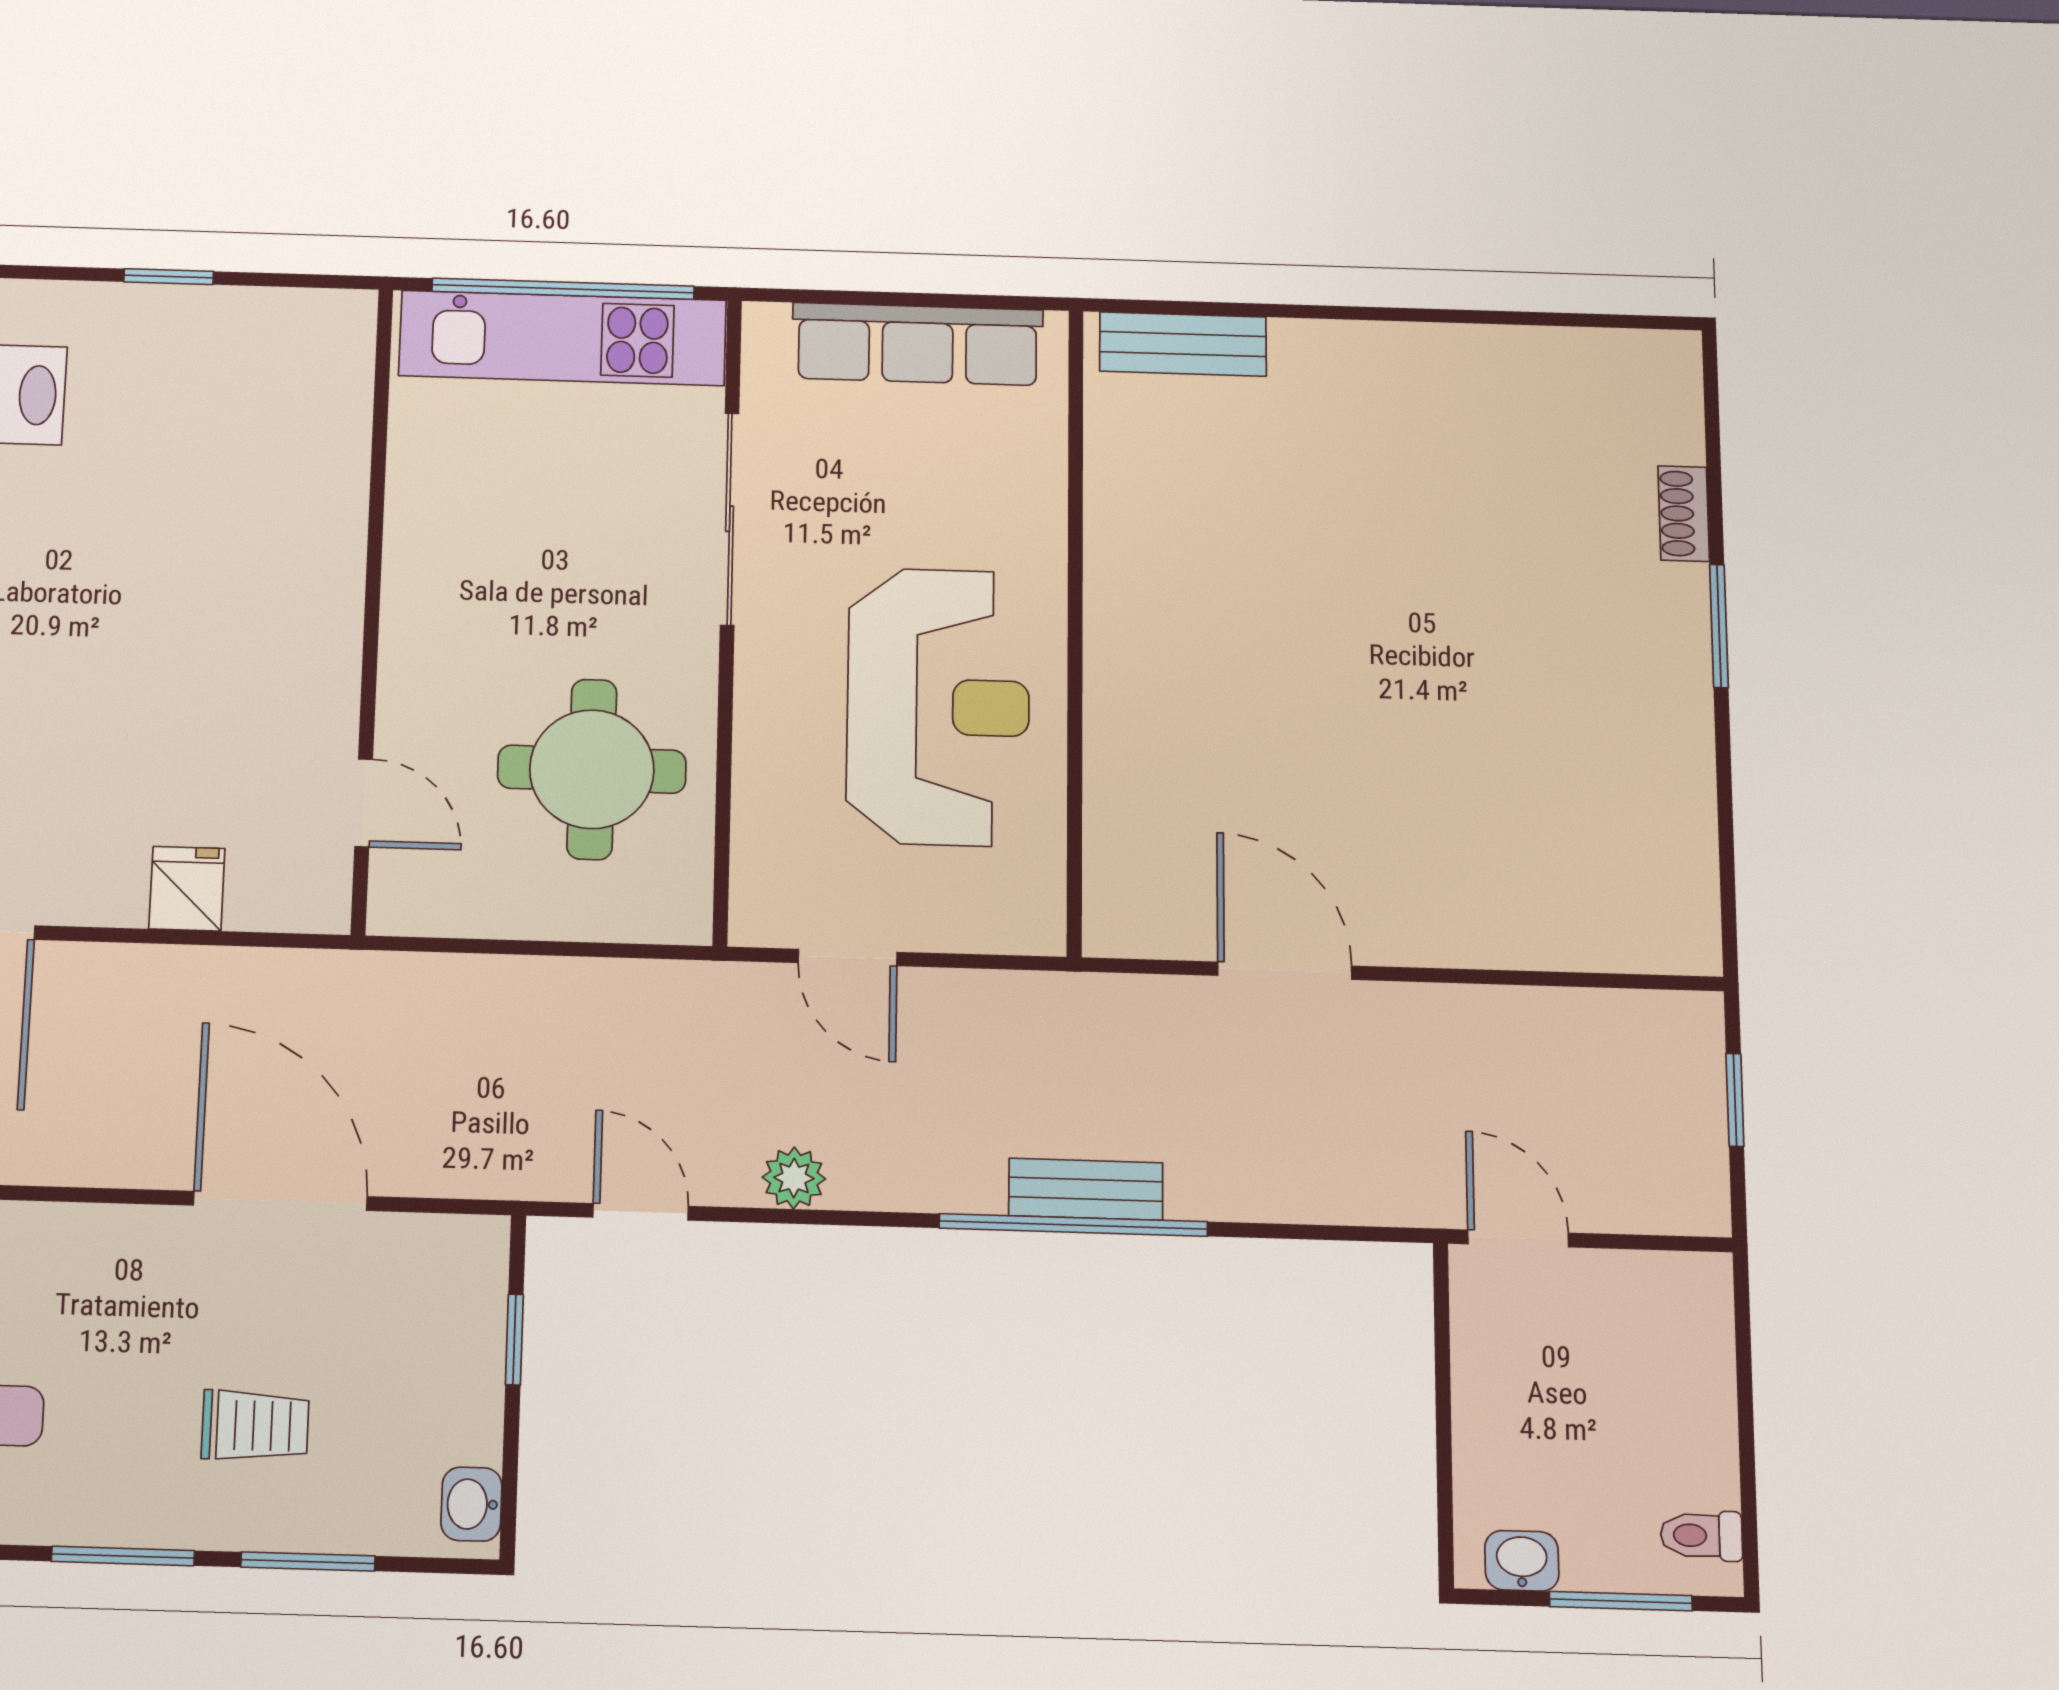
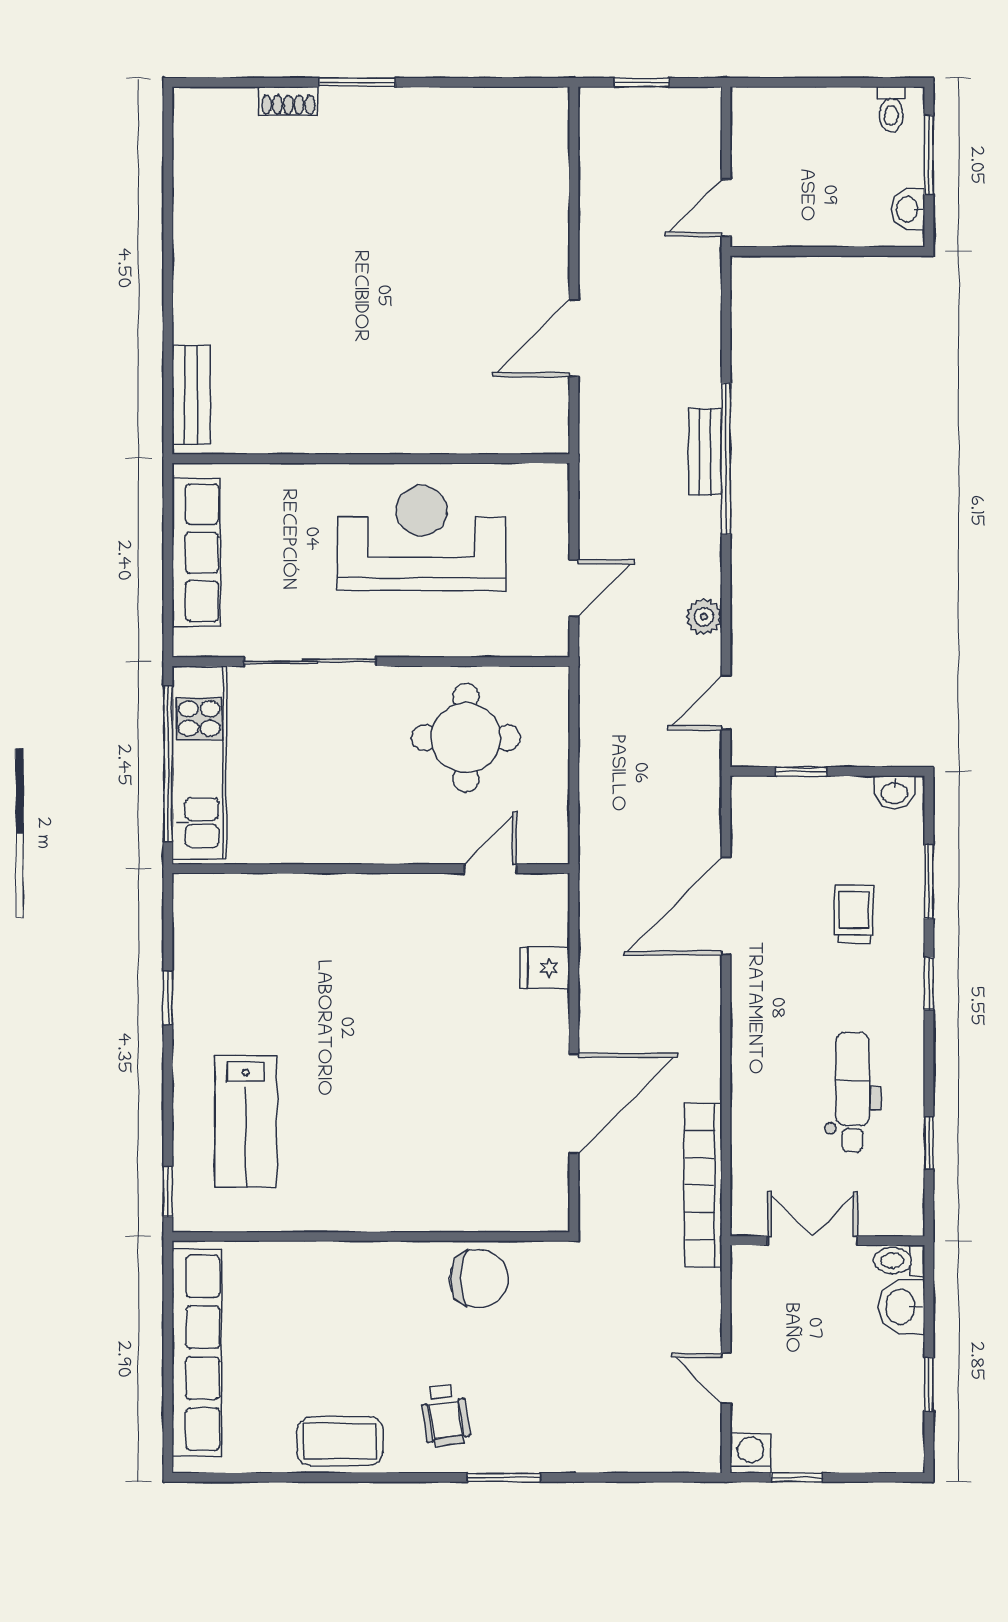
window: (123, 1556) -> (929, 984), width x0.67

